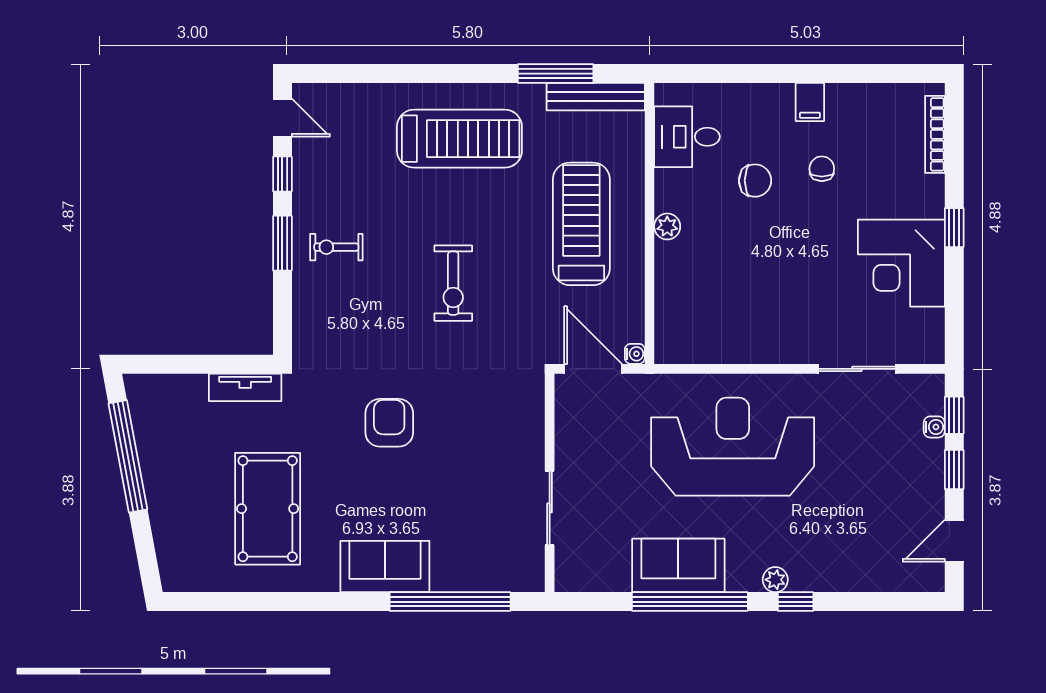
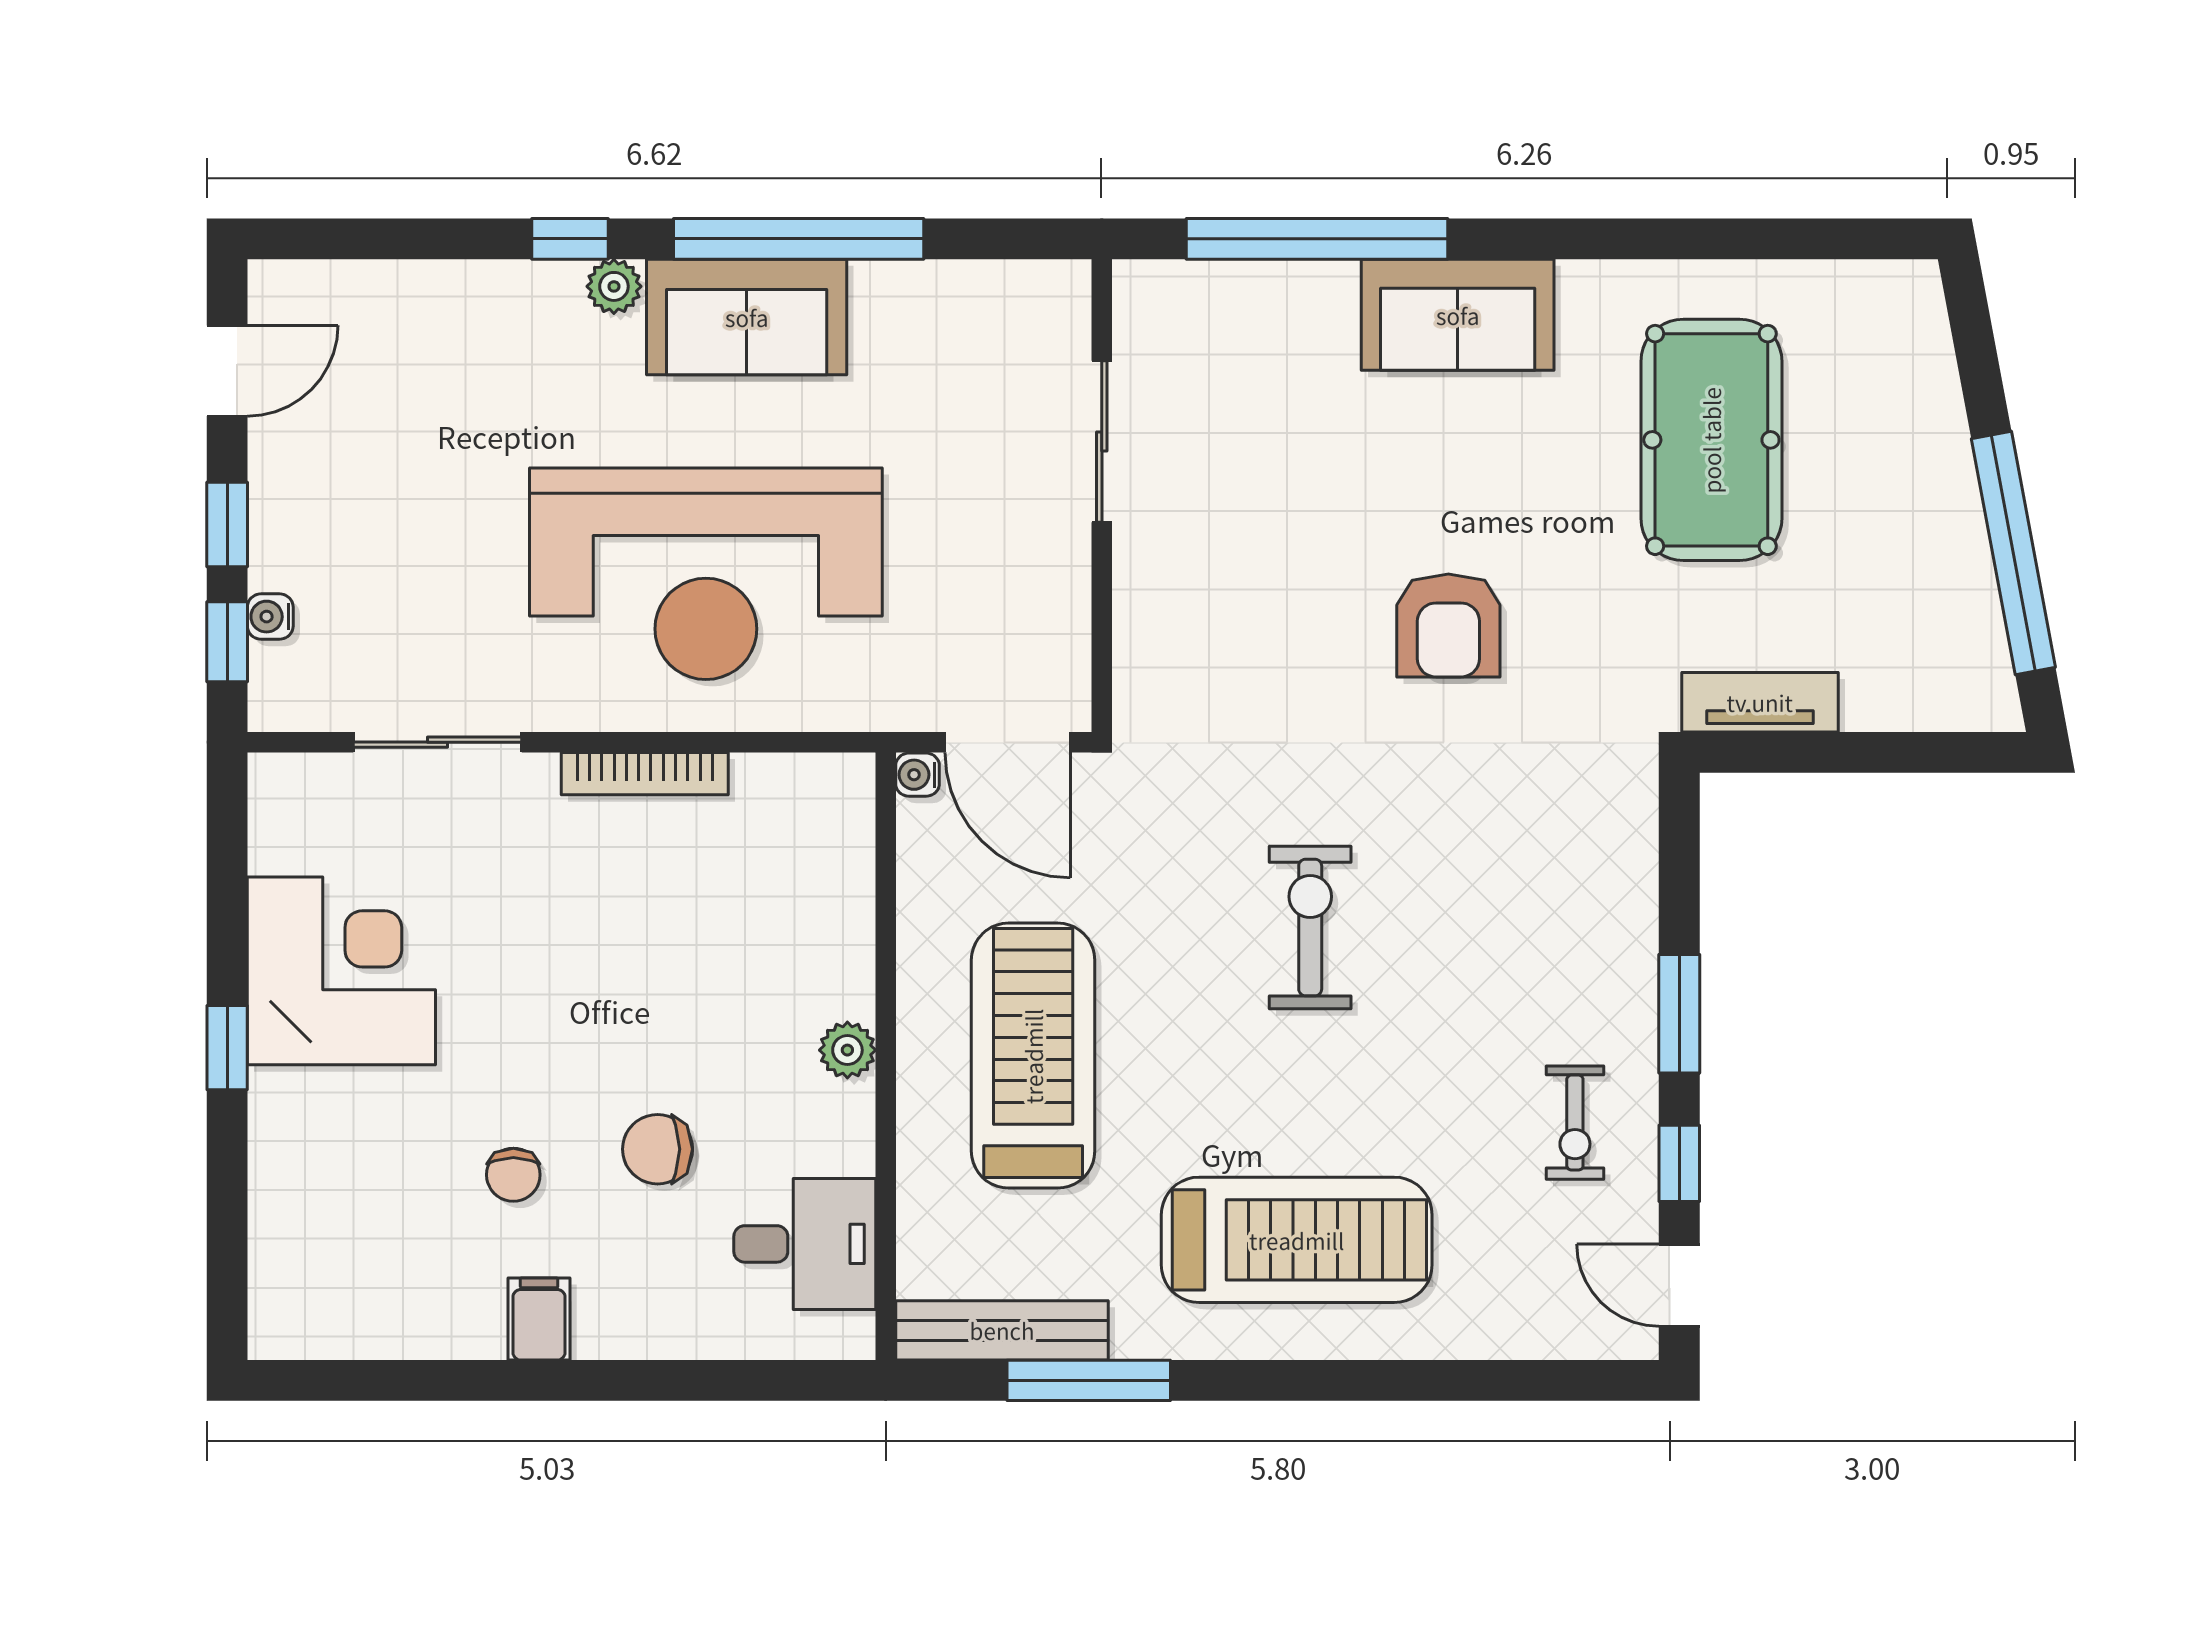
bookcase: (935, 134) -> (645, 774), moved, turned 90
treadmill: (459, 139) -> (1297, 1240), turned 180
treadmill: (581, 224) -> (1033, 1056), turned 180
exercise bike: (336, 247) -> (1575, 1123), moved, turned 90
sofa: (678, 565) -> (747, 317), moved

